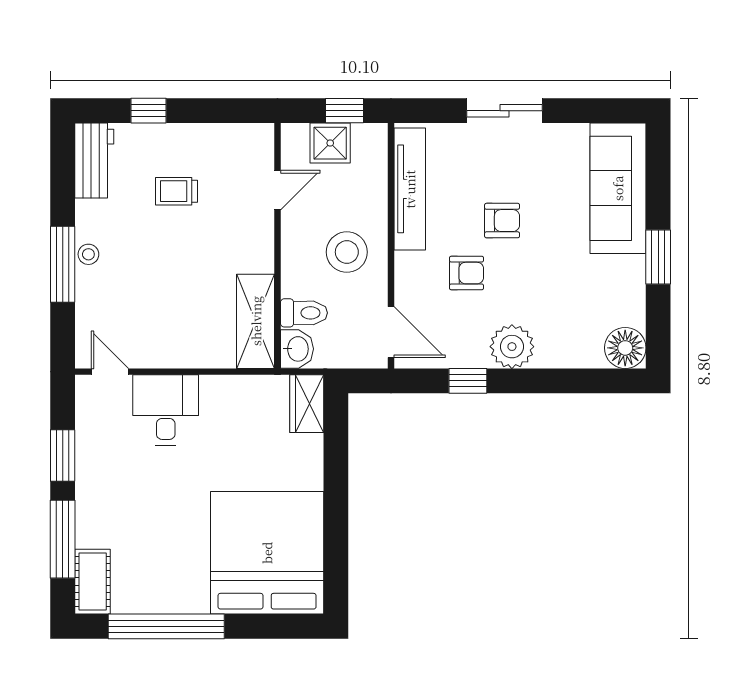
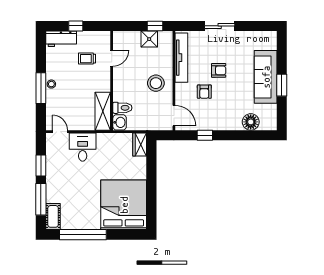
workbench: (94, 161) -> (61, 39), moved, turned 90
sofa: (618, 188) -> (266, 77), moved
door: (277, 190) -> (112, 58), moved
wall: (277, 246) -> (112, 81), moved
armchair: (467, 273) -> (204, 92), turned 90
toilet: (304, 313) -> (122, 108), moved
shelving: (256, 321) -> (103, 111), moved
plant: (512, 347) -> (223, 121), removed
floor lamp: (625, 348) -> (251, 122), moved
washbasin: (297, 349) -> (120, 122), moved

